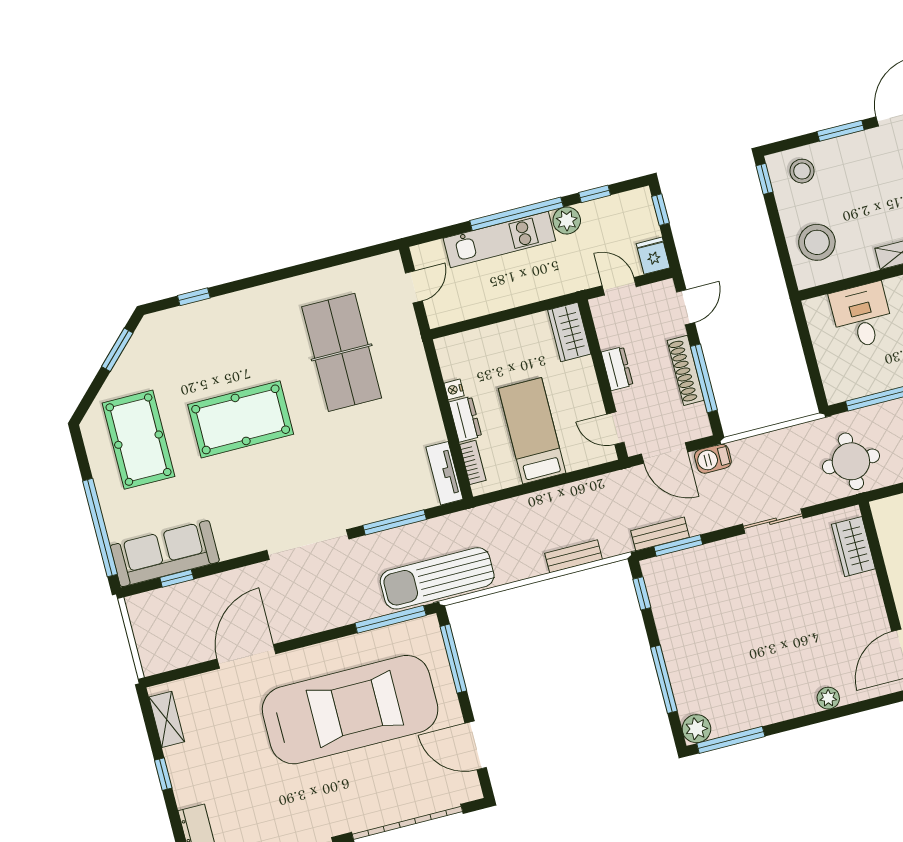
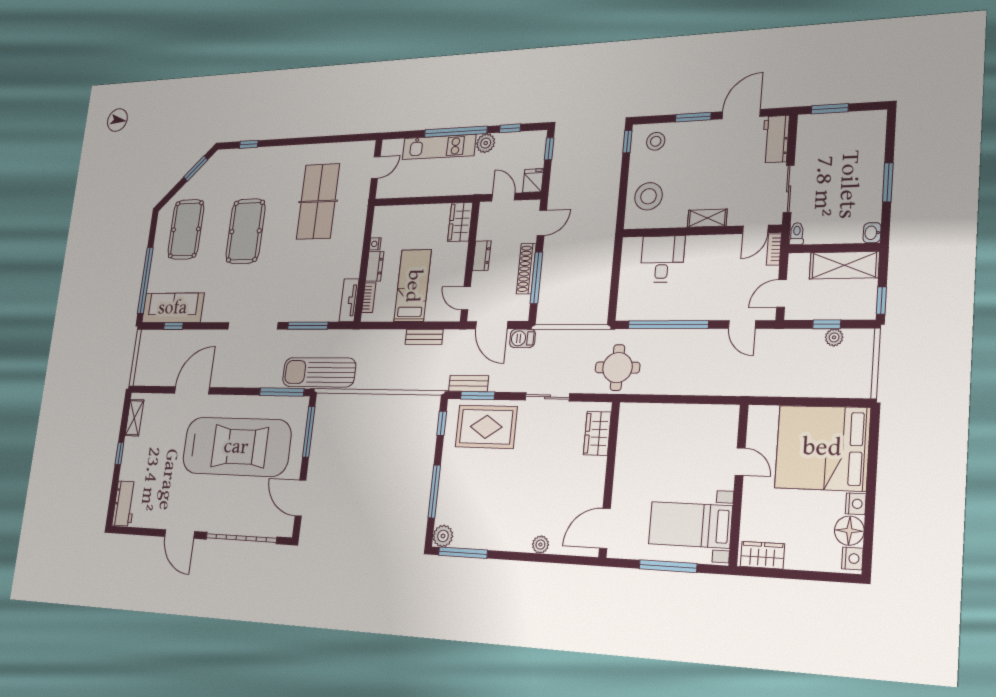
pool table: (241, 419) -> (245, 231), turned 90
bench: (574, 556) -> (424, 337), moved
rug: (705, 580) -> (486, 427), added

